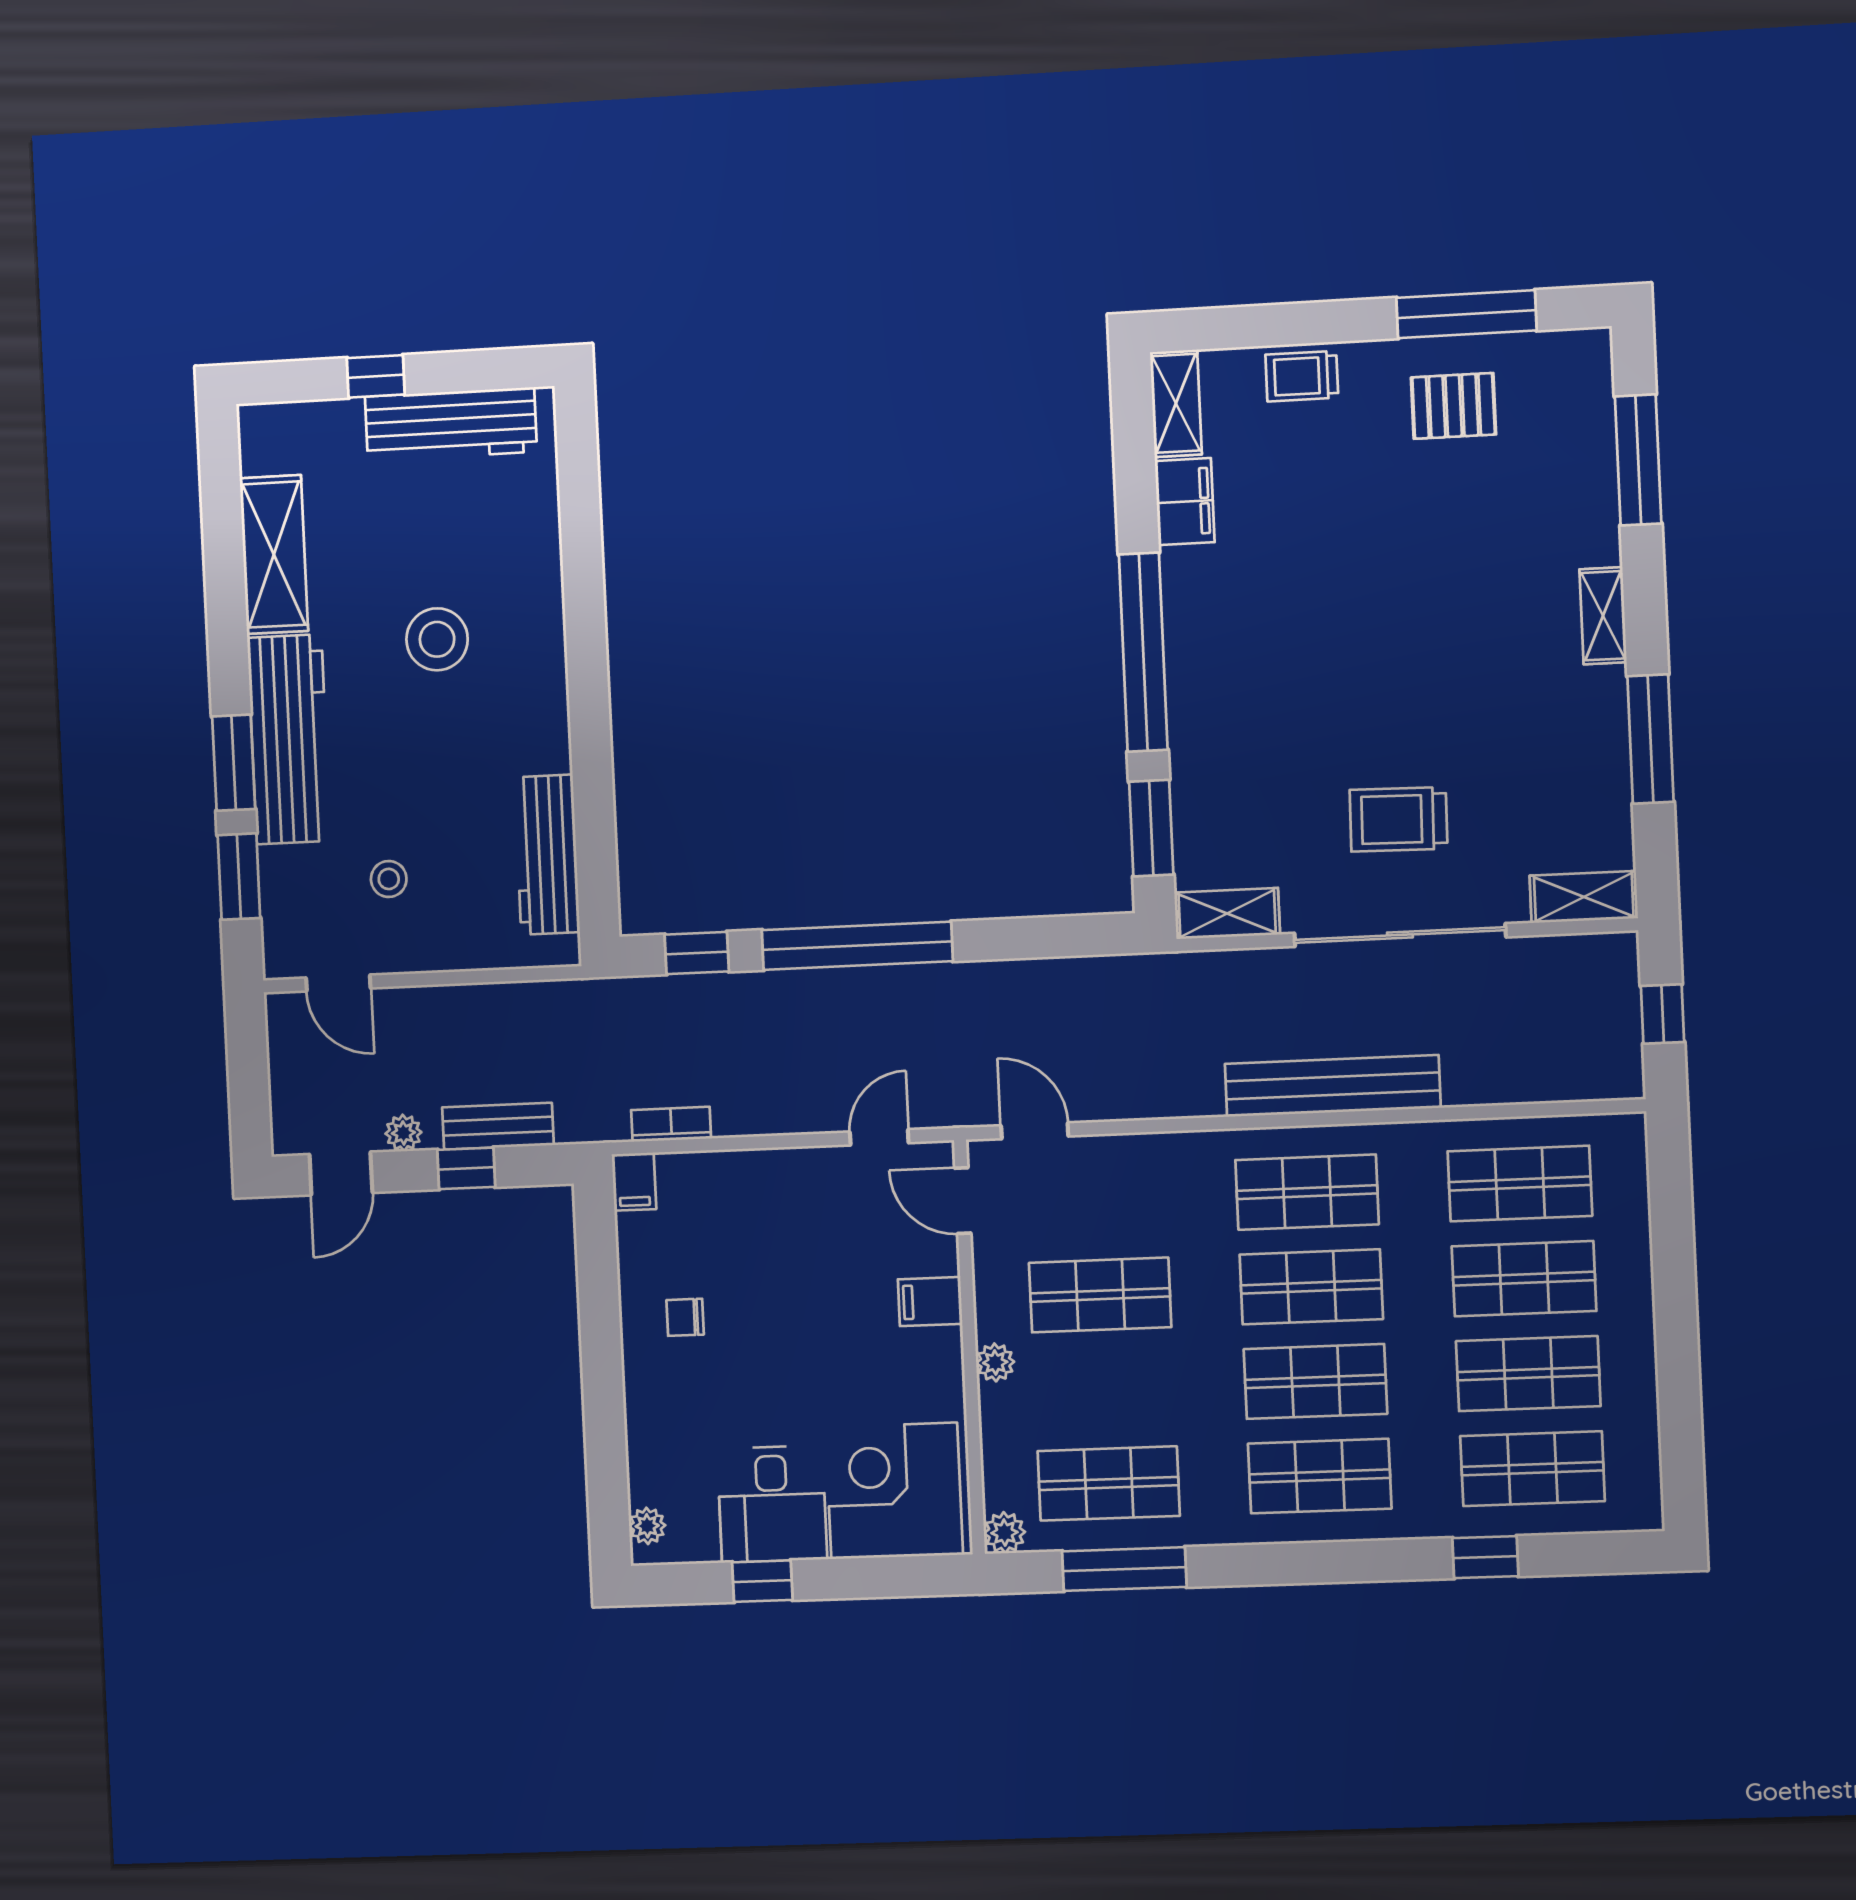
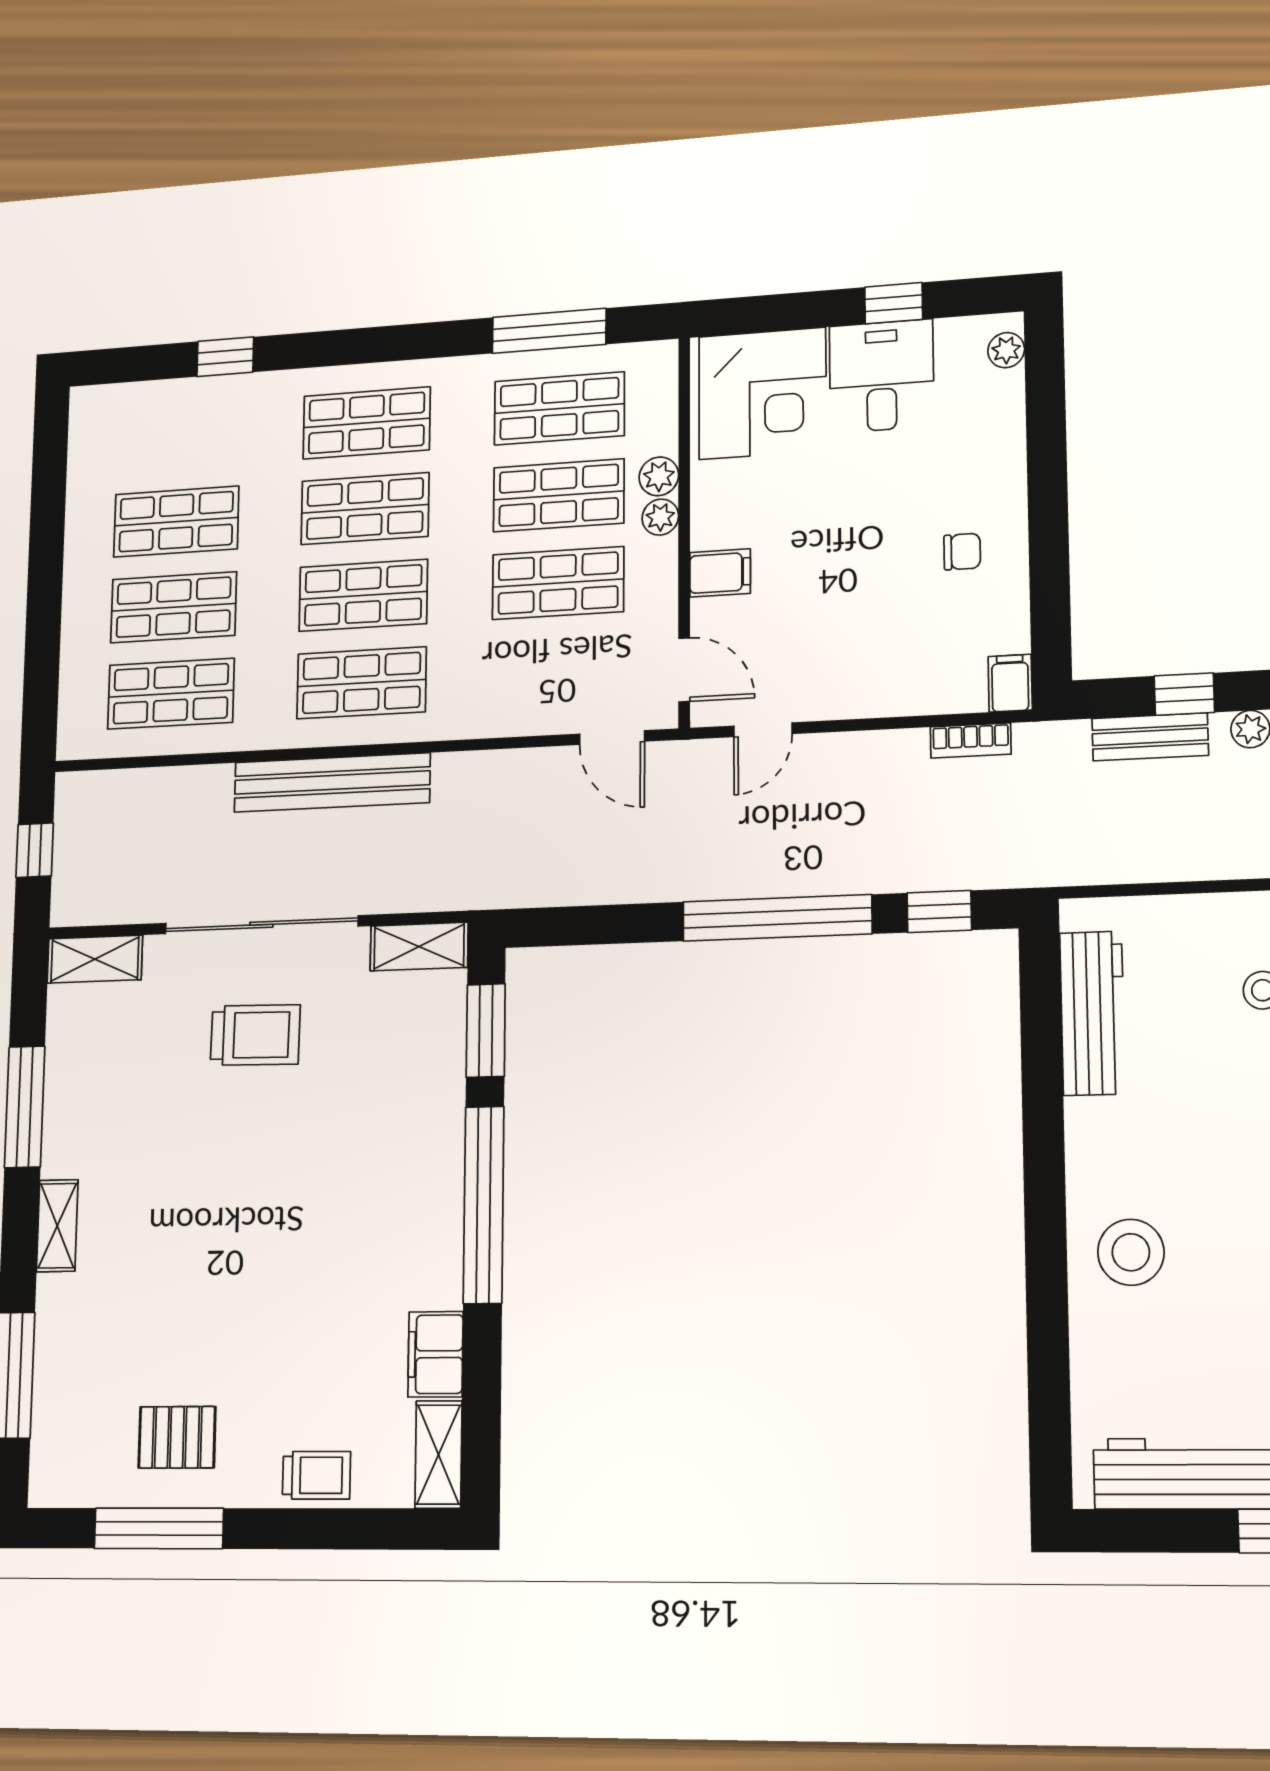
stool: (437, 639) -> (1131, 1252), moved
shop shelf: (1532, 1469) -> (559, 495), moved
plant: (1005, 1533) -> (659, 476), moved

